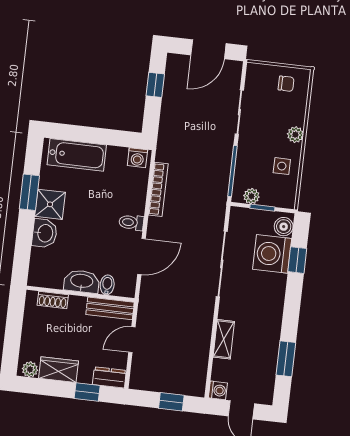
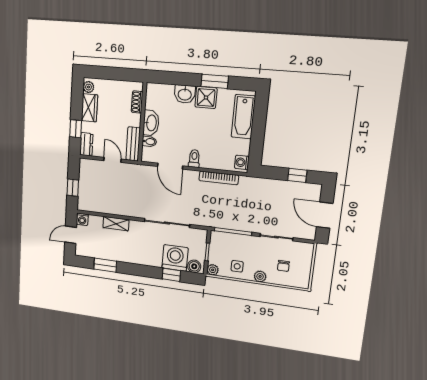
chair: (286, 84) -> (283, 266), moved
plant: (251, 196) -> (213, 270), moved

